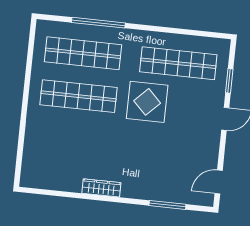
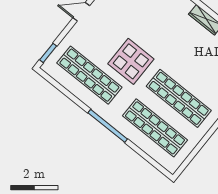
window: (98, 23) -> (108, 126), moved
window: (229, 81) -> (48, 53), moved

